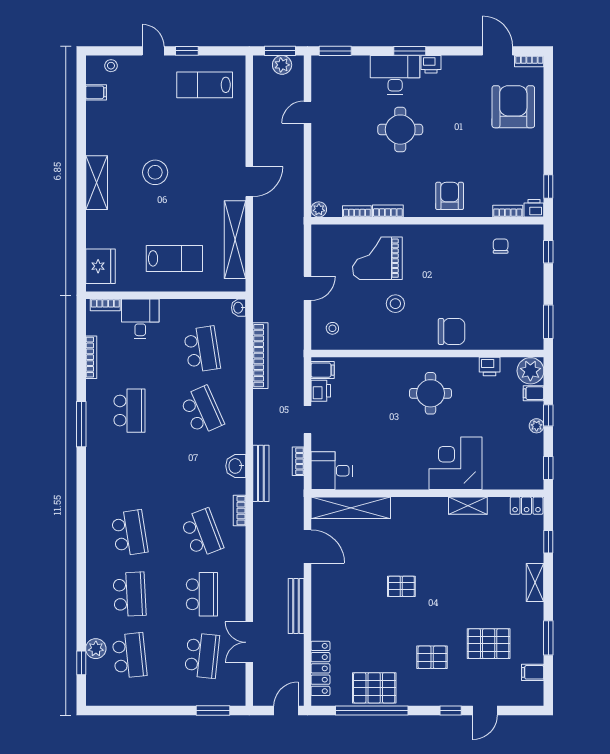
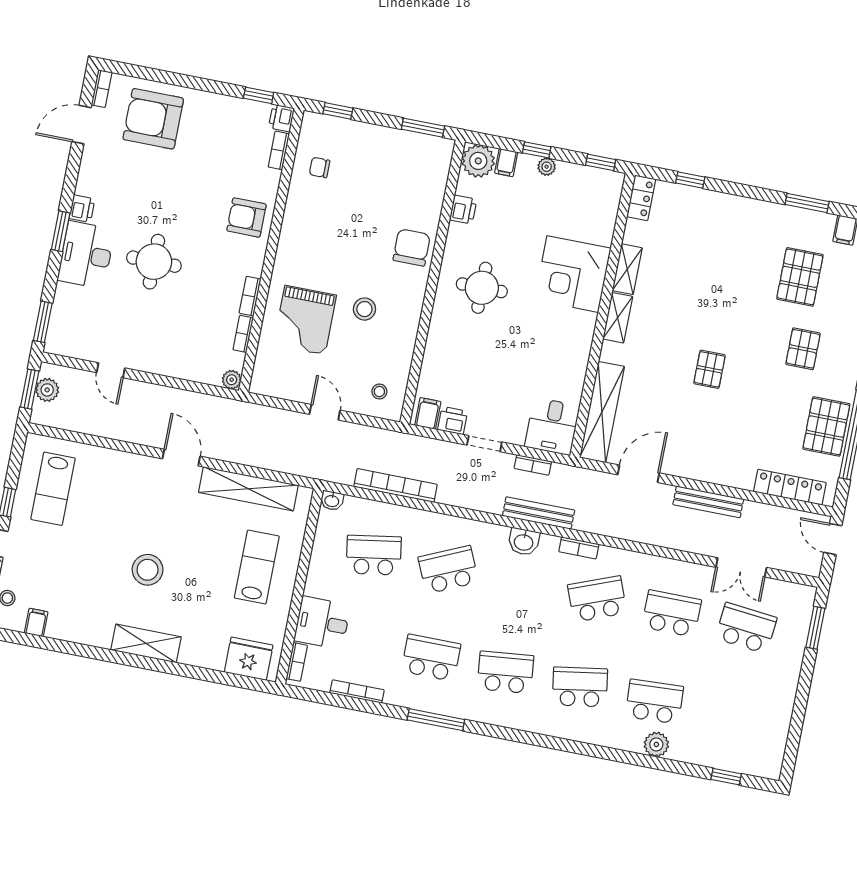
shelving: (535, 582) -> (618, 318), moved, turned 90
plant: (96, 649) -> (656, 744), moved
school desk: (129, 656) -> (505, 672), moved

